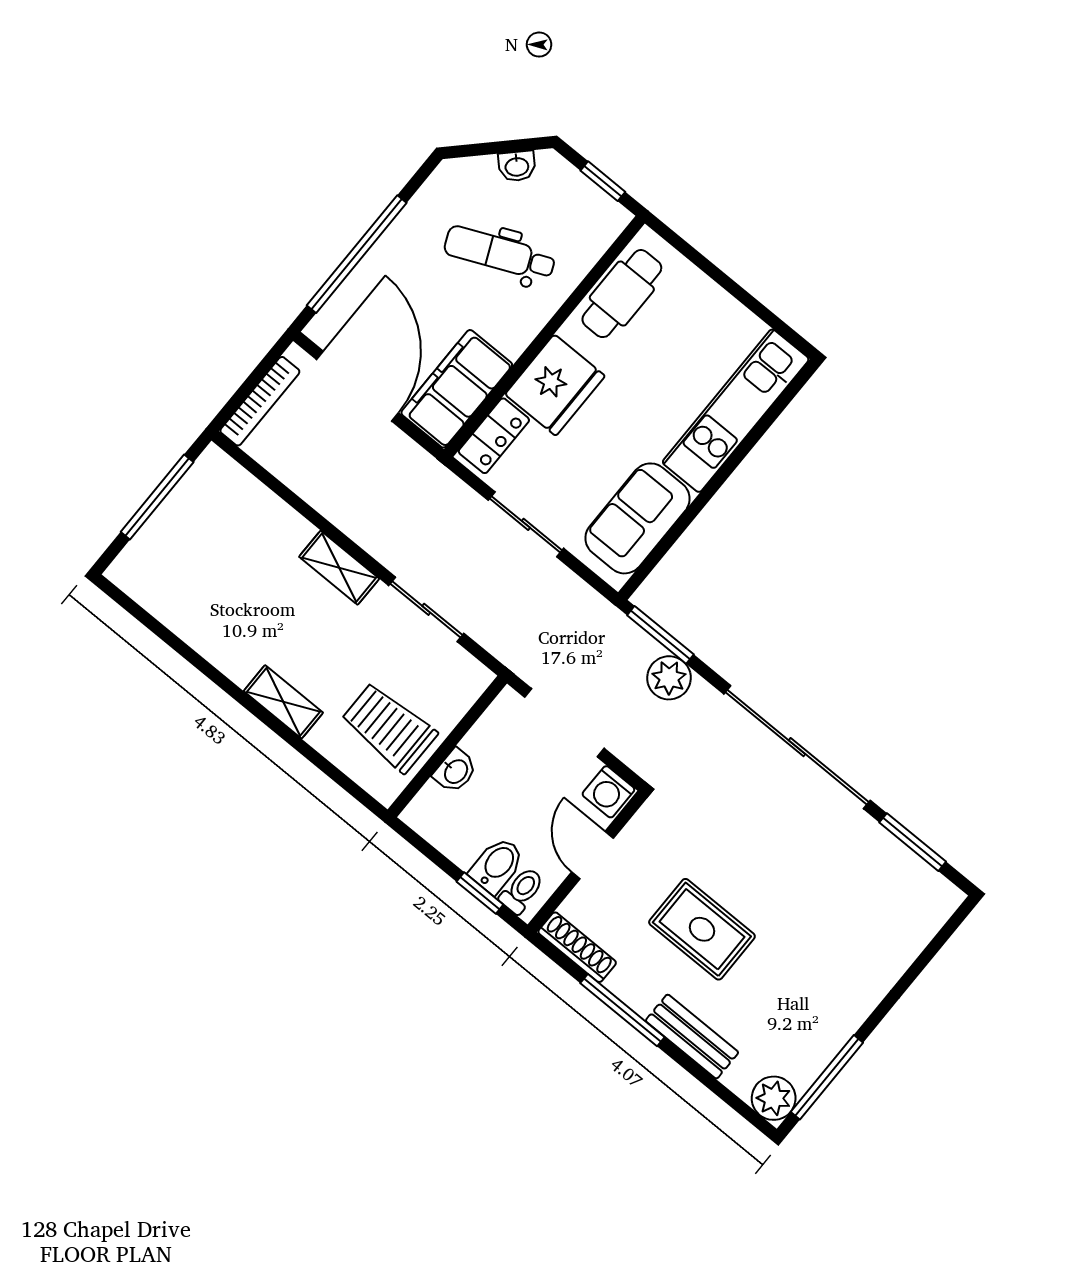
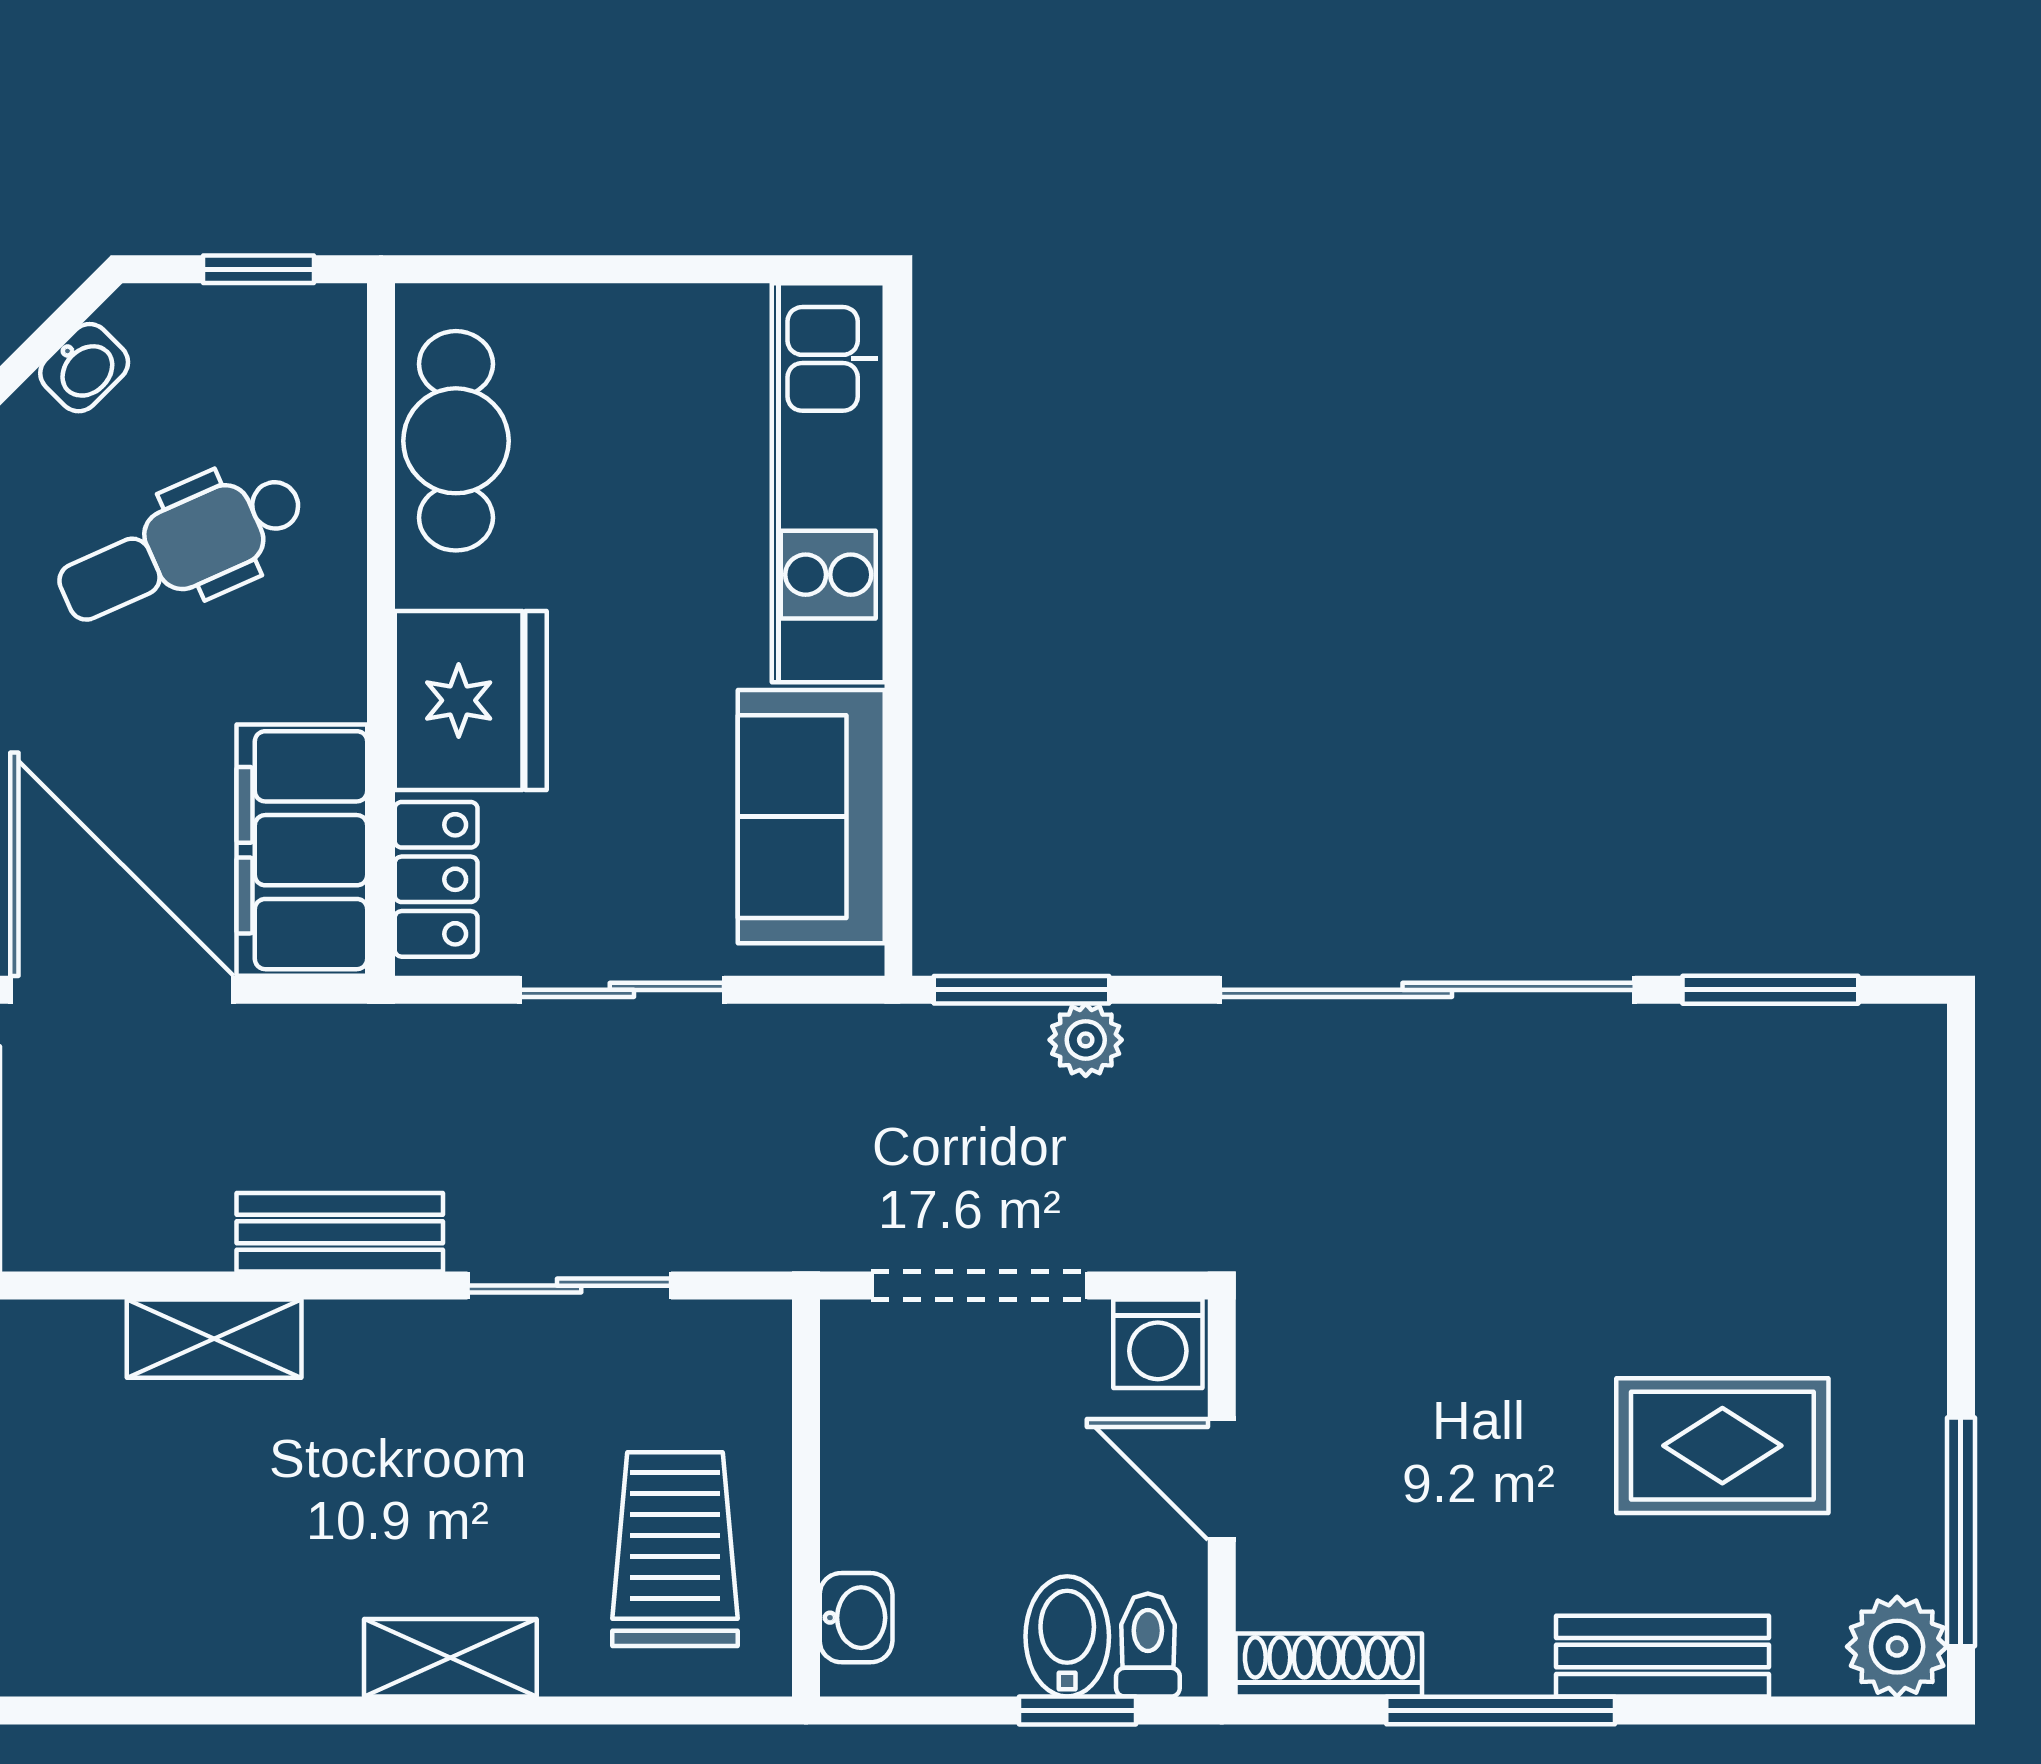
bench: (364, 528) -> (340, 1232), added
shelving: (339, 568) -> (214, 1339), moved
plant: (669, 678) -> (1086, 1040), width x0.73, depth x0.73
trolley: (389, 727) -> (675, 1549), turned 90
washbasin: (455, 771) -> (856, 1618), moved
rug: (702, 929) -> (1722, 1446), moved

